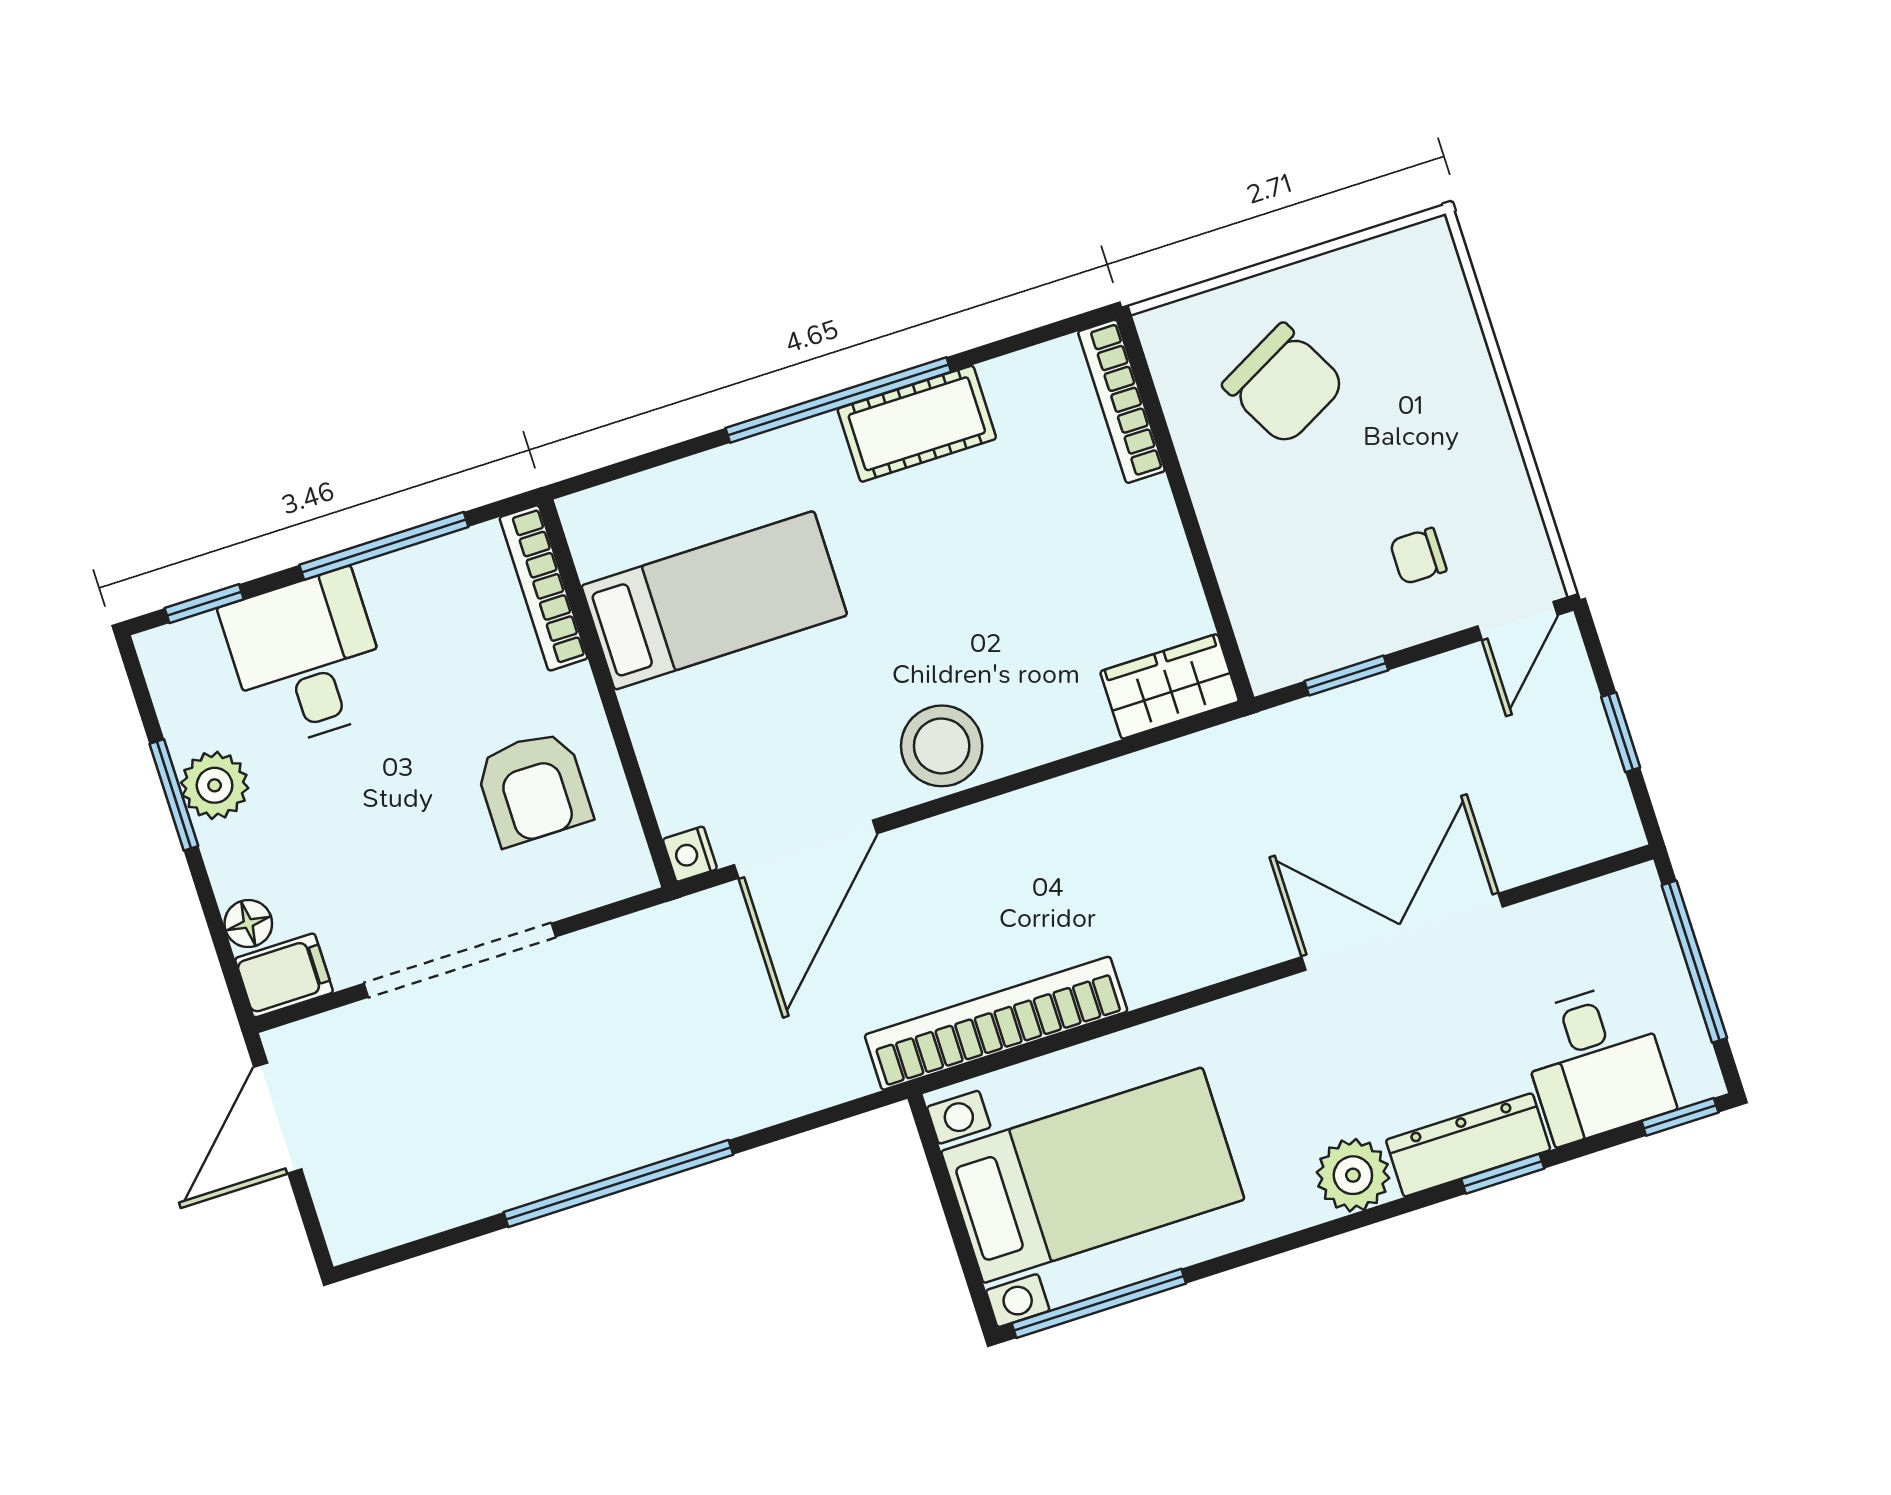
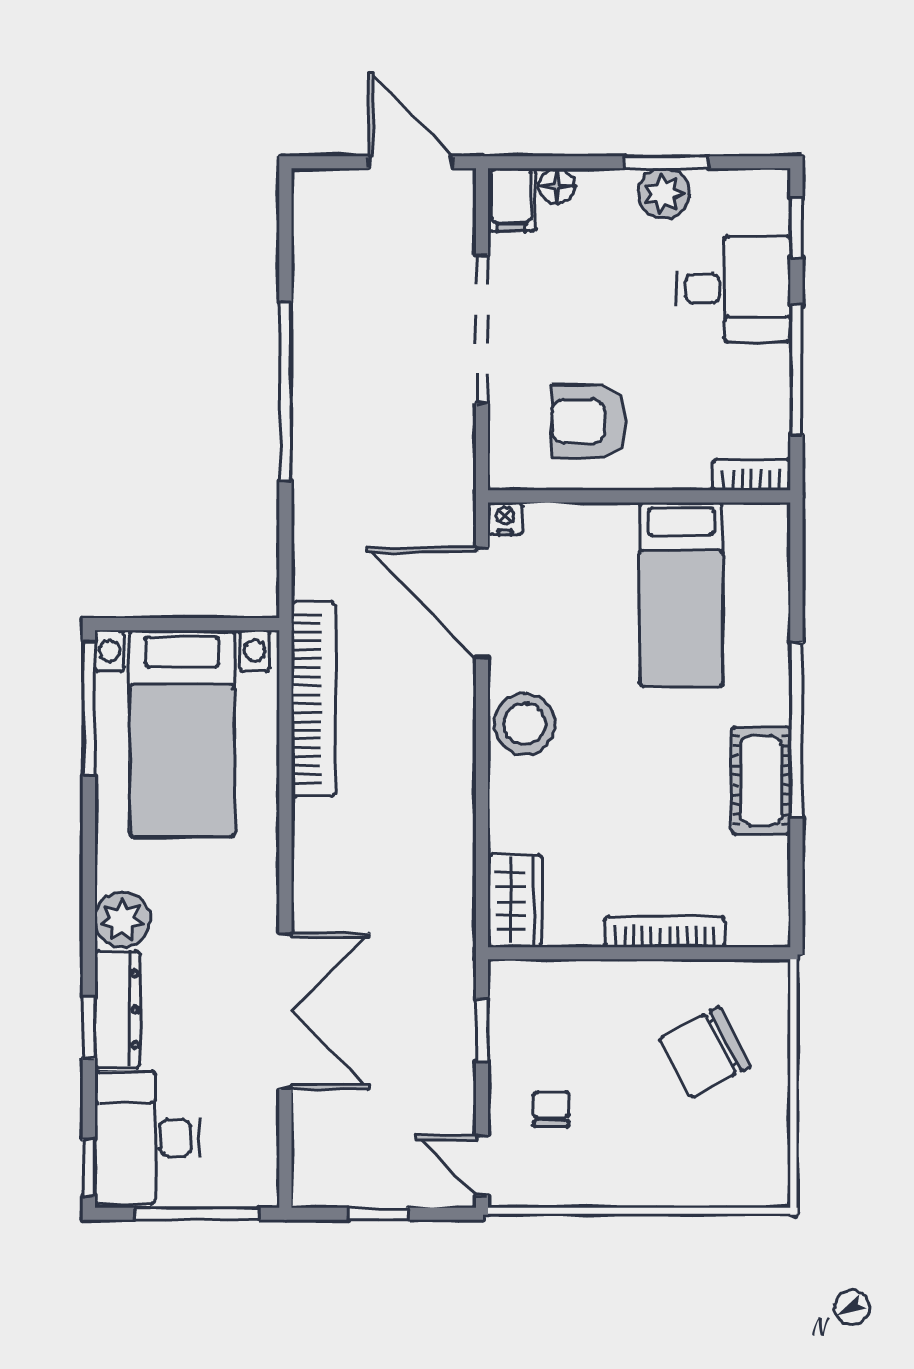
bookcase: (1121, 401) -> (665, 932), moved
bookcase: (544, 588) -> (751, 475), width x0.64
desk: (1596, 1063) -> (147, 1138), width x1.37

